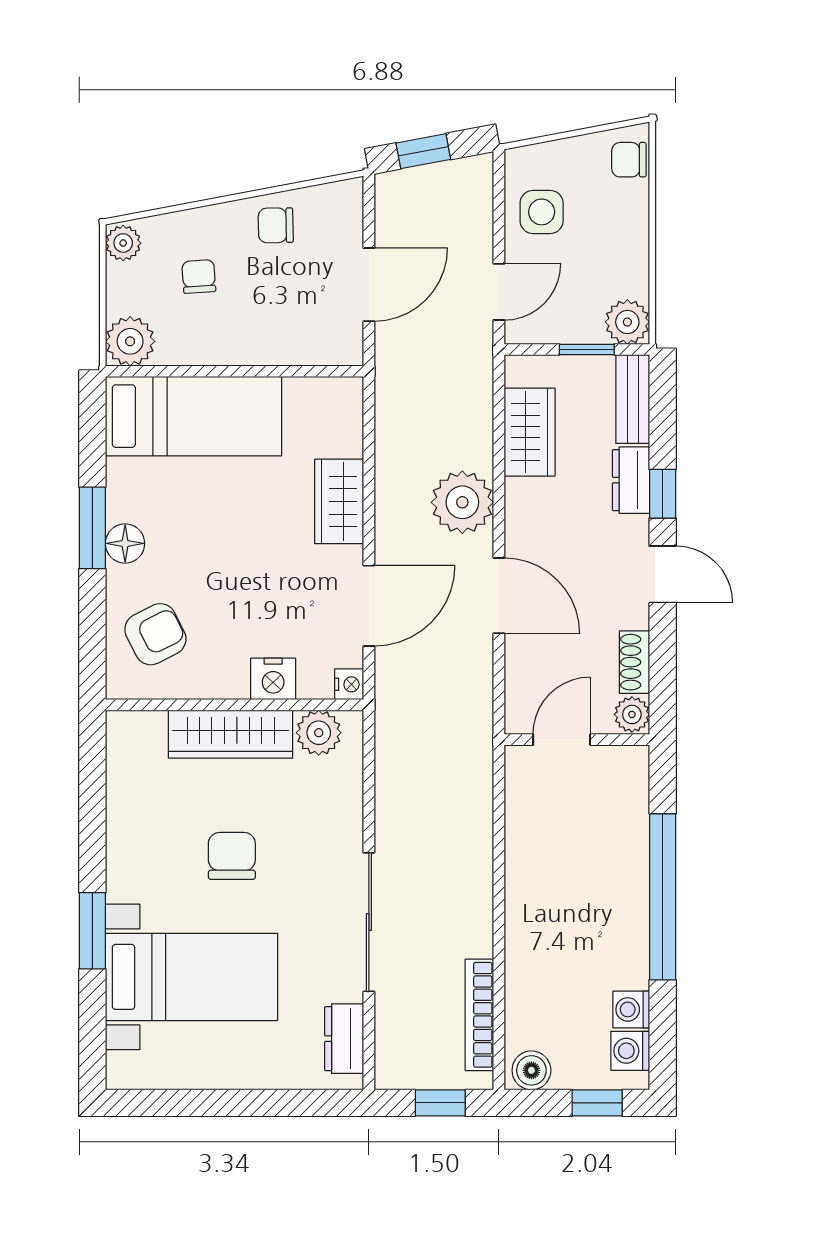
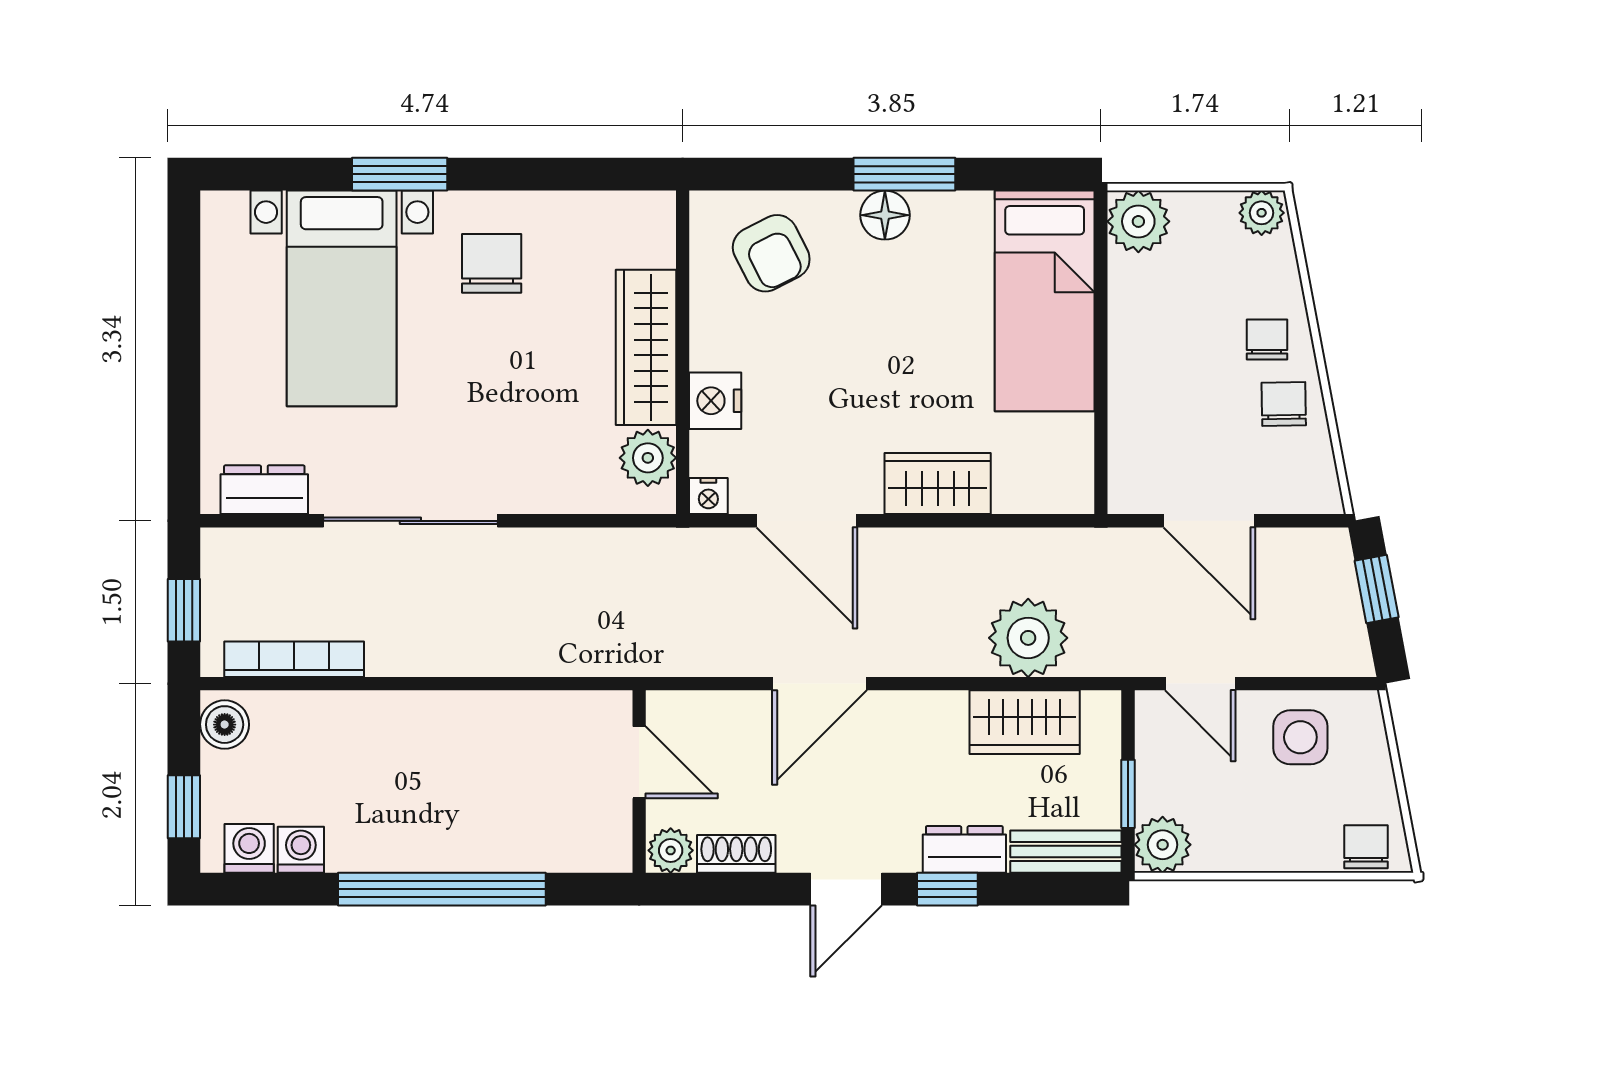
chair: (199, 276) -> (1267, 340), moved, turned -86
plant: (462, 502) -> (1028, 638), moved
chair: (232, 856) -> (492, 263), moved, turned -90

